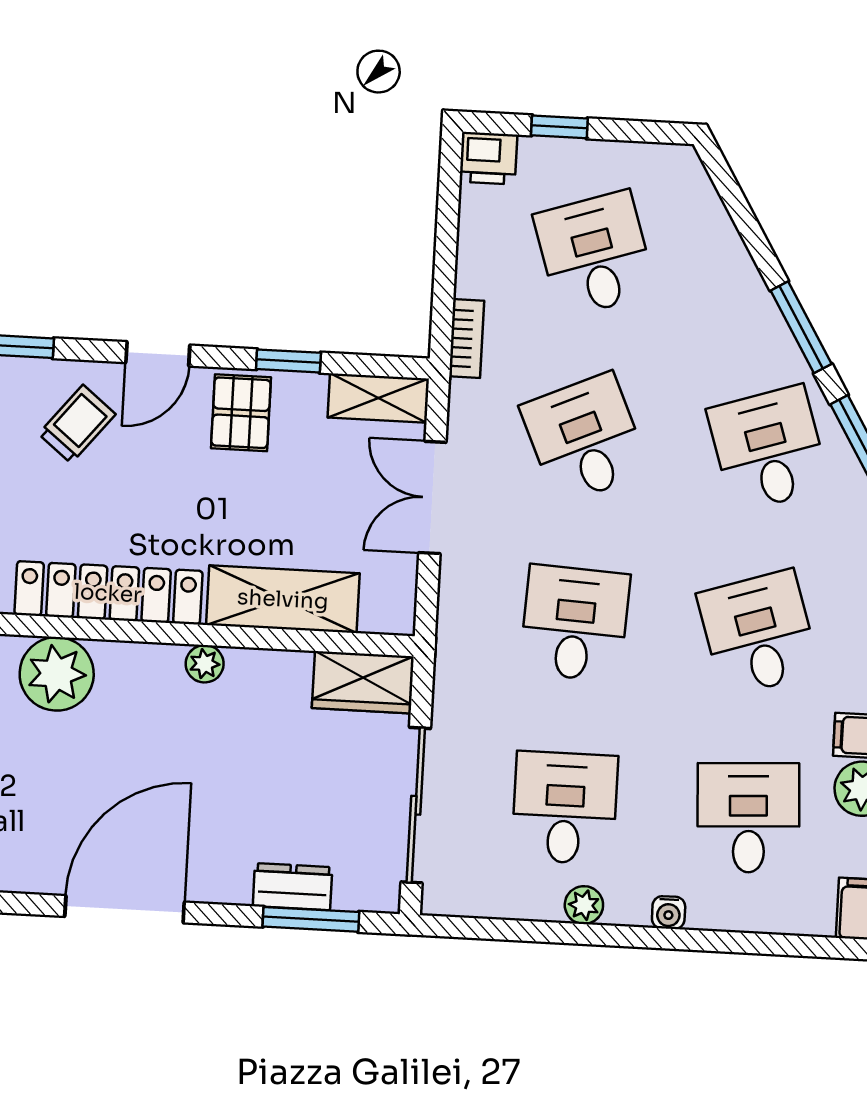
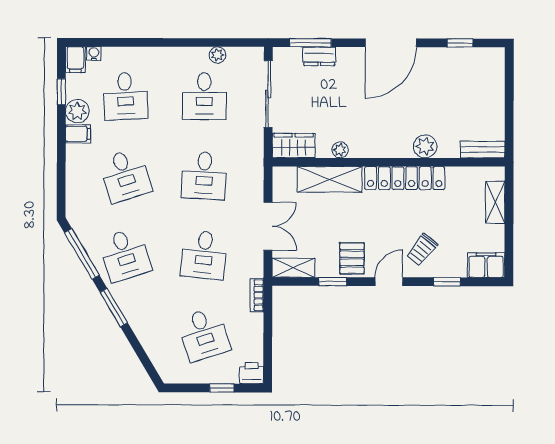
desk: (585, 439) -> (204, 255), turned 30
plant: (205, 664) -> (340, 150), moved
plant: (57, 674) -> (425, 146), width x0.73, depth x0.73
plant: (584, 905) -> (217, 55), moved
water cooler: (669, 913) -> (94, 54), moved

